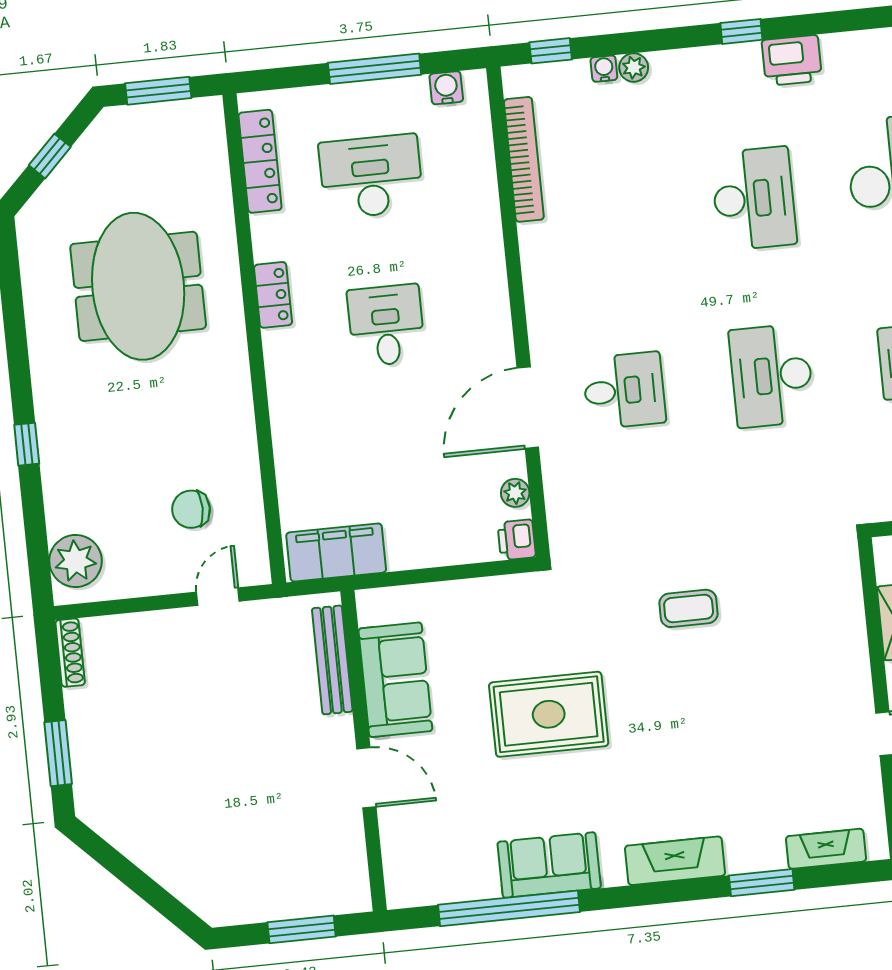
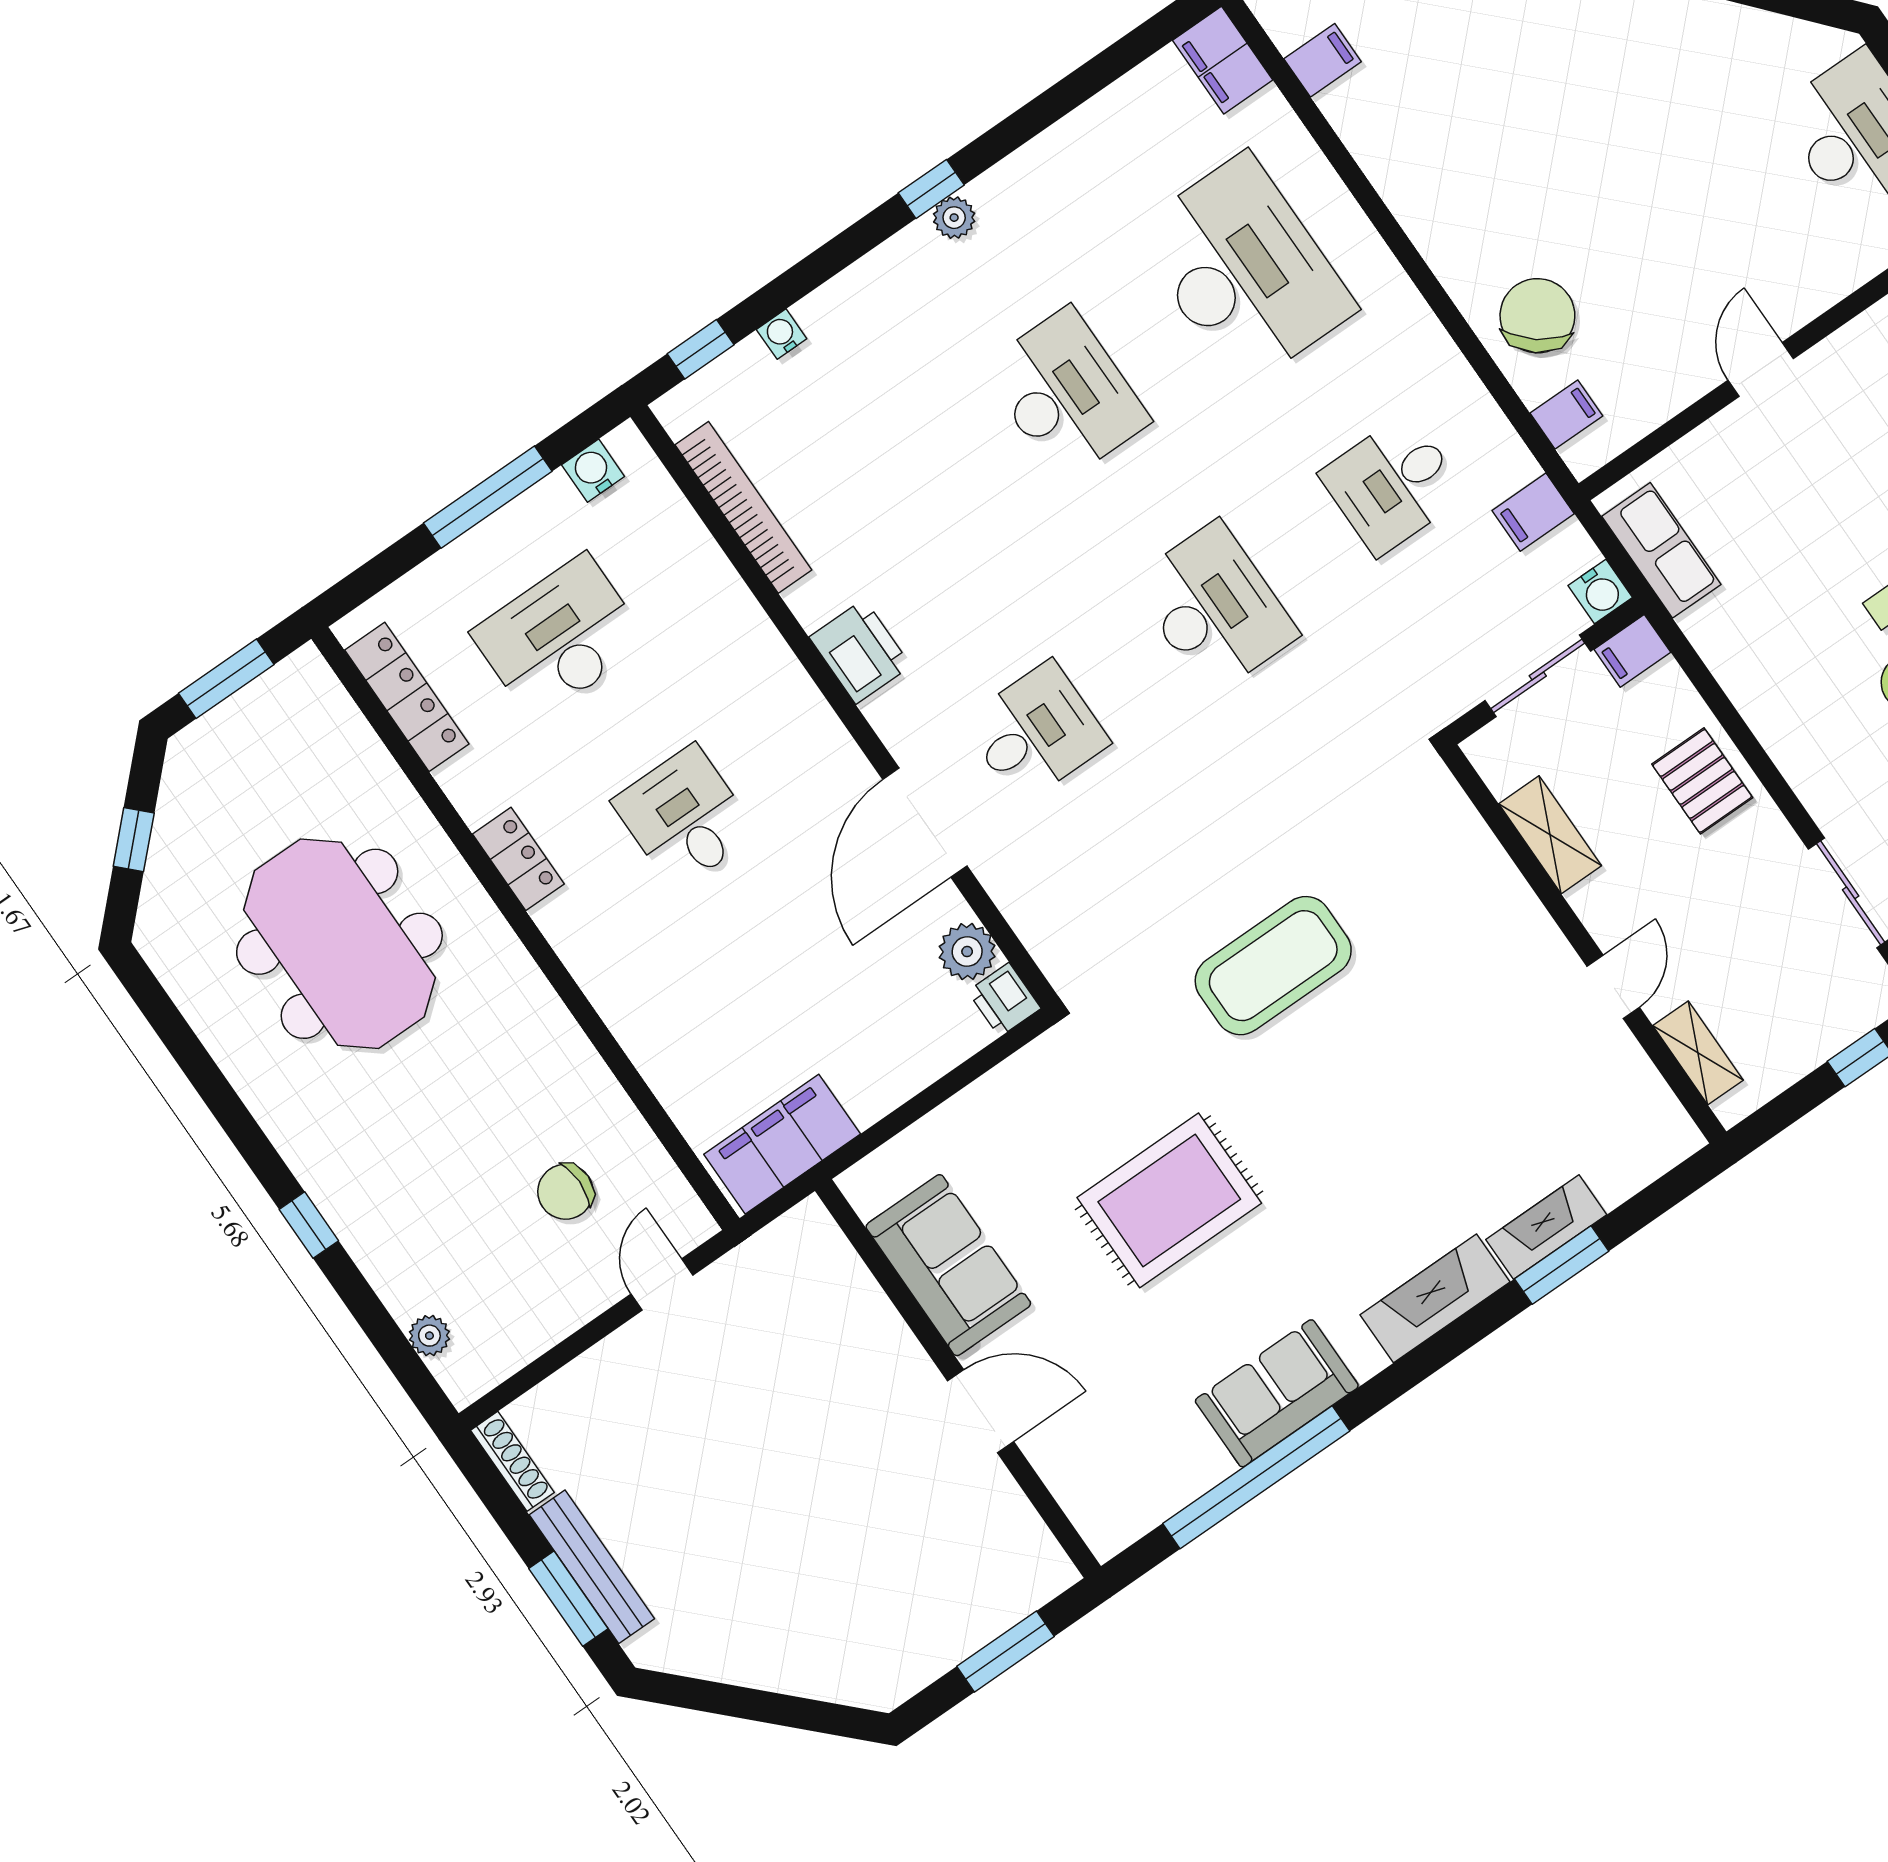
printer: (792, 60) -> (860, 651), moved, turned -90
plant: (634, 68) -> (954, 218), moved
desk: (772, 376) -> (1214, 608), turned 180
plant: (515, 493) -> (967, 951), width x1.38, depth x1.38
plant: (76, 561) -> (429, 1336), width x0.53, depth x0.53
coffee table: (689, 608) -> (1273, 966), width x1.86, depth x1.72
bench: (332, 660) -> (592, 1567), moved
fireplace: (826, 849) -> (1546, 1227), moved

